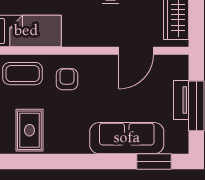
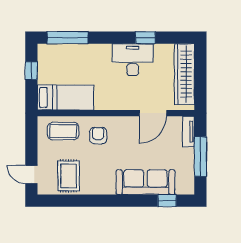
tv unit: (181, 100) -> (188, 132), moved
window: (154, 161) -> (167, 201), width x0.67

